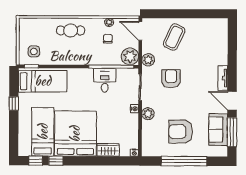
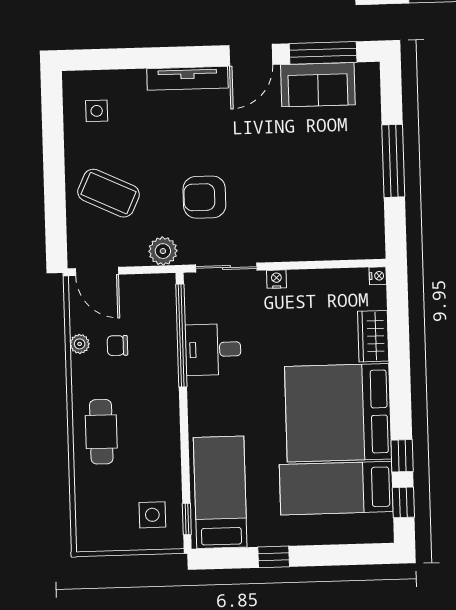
door: (140, 31) -> (97, 271), hinge flipped
side table: (210, 33) -> (97, 111), added
plant: (130, 56) -> (156, 293), removed
tv unit: (223, 78) -> (187, 78), width x1.41
plant: (148, 114) -> (287, 248), removed
armchair: (181, 132) -> (326, 171), removed
window: (184, 161) -> (393, 161), width x0.68

